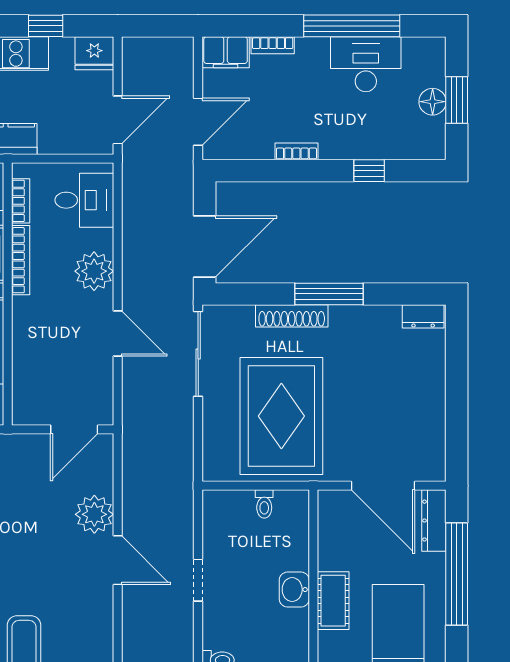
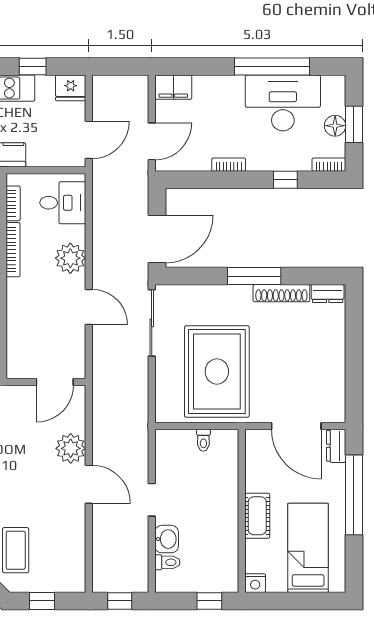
bookcase: (273, 45) -> (329, 165), moved, turned 180
desk: (366, 64) -> (283, 103), width x1.36, depth x1.30
shoe rack: (292, 316) -> (281, 293), moved
dresser: (434, 521) -> (336, 446), width x0.70
washbasin: (294, 590) -> (167, 539), moved, turned 180

